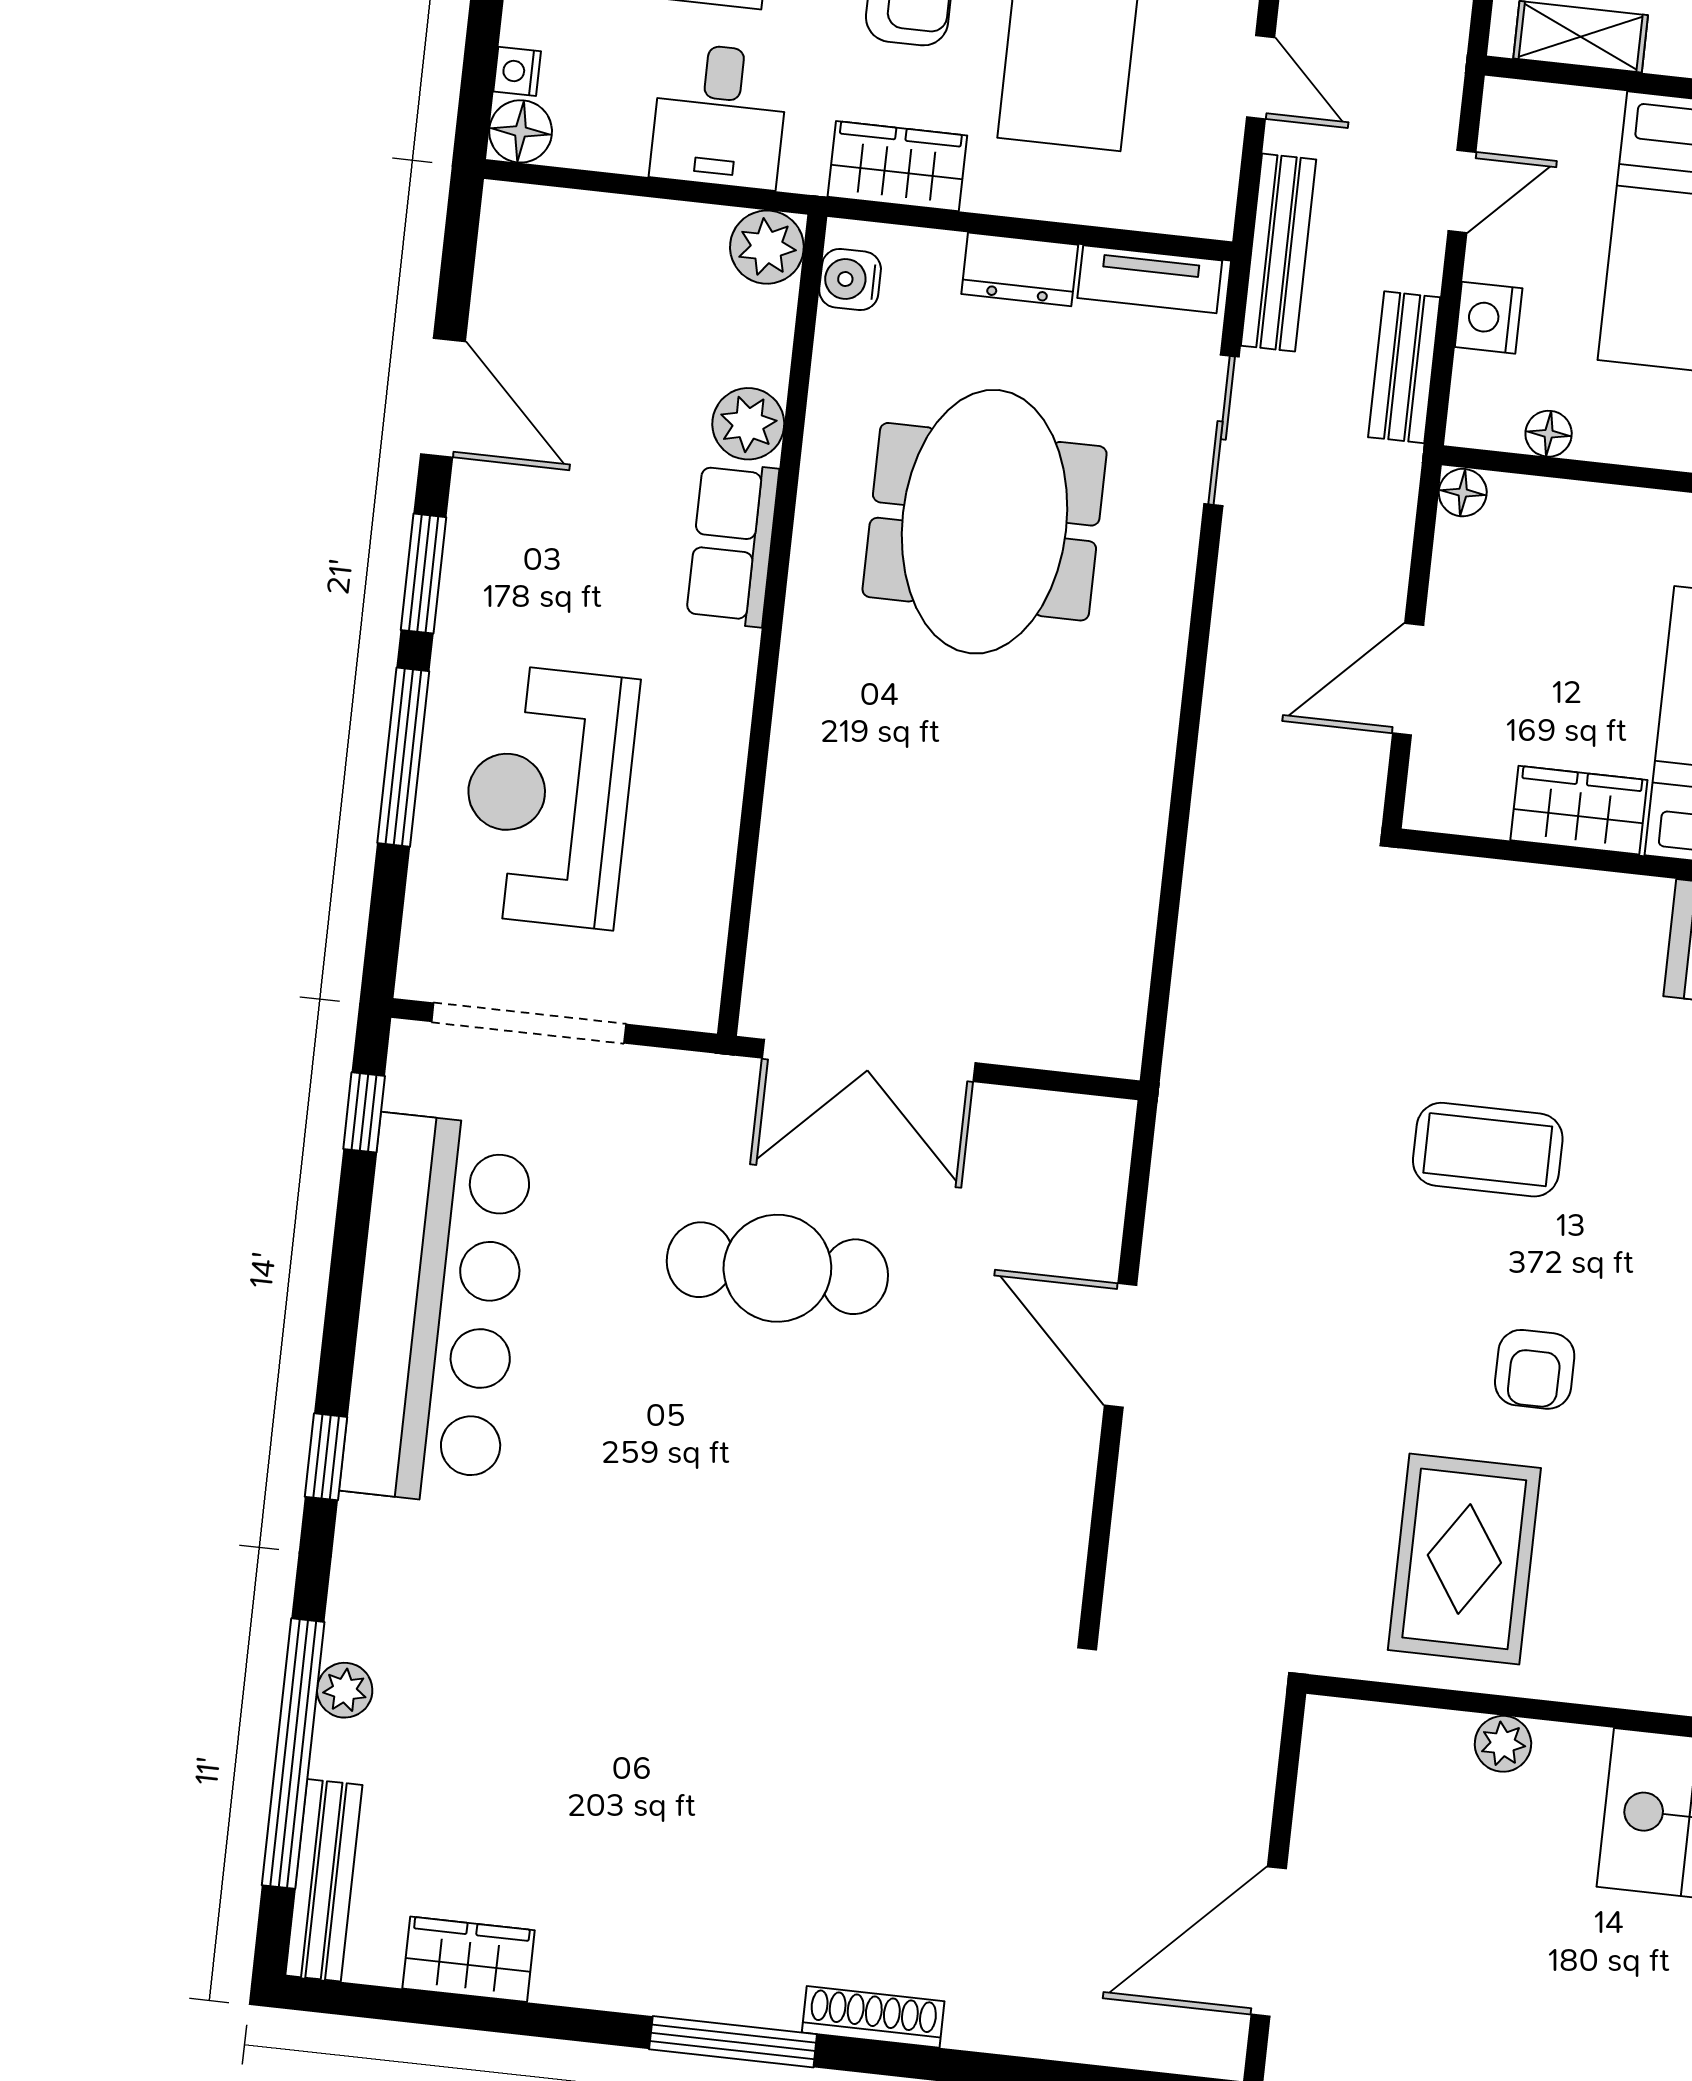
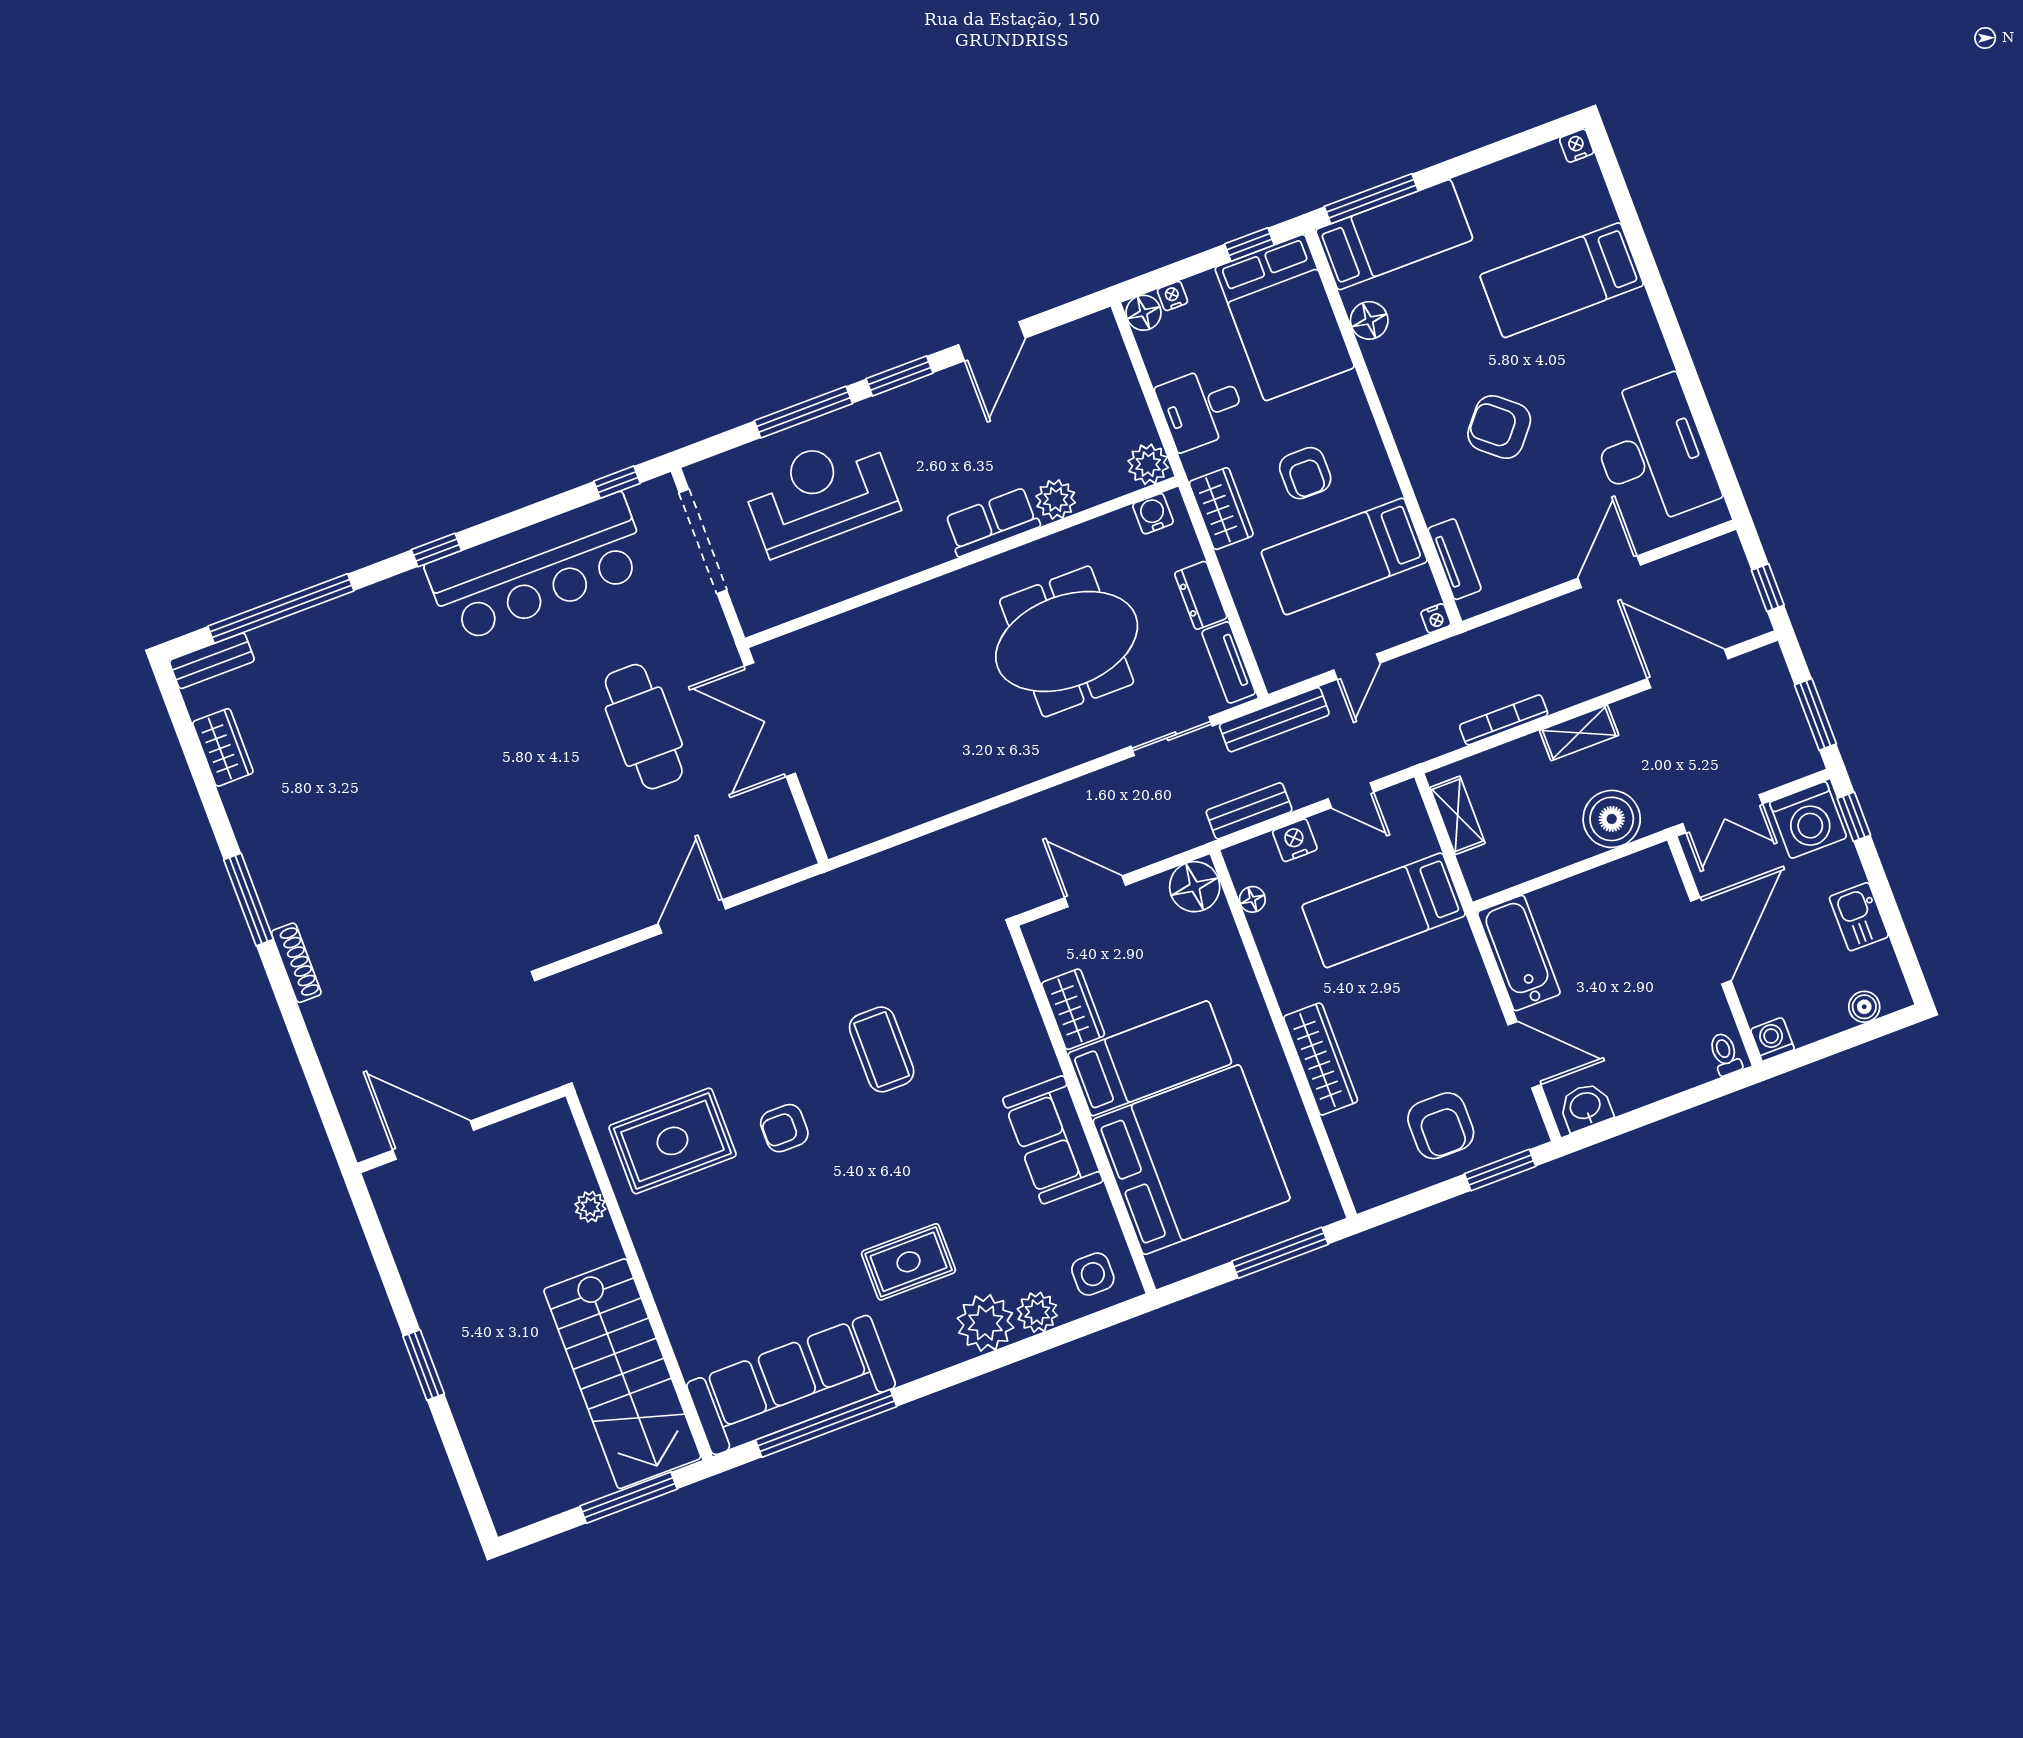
floor lamp: (1463, 493) -> (1195, 887), width x1.89, depth x1.89
plant: (345, 1690) -> (325, 618), removed
bench: (324, 1880) -> (212, 661), width x0.73

